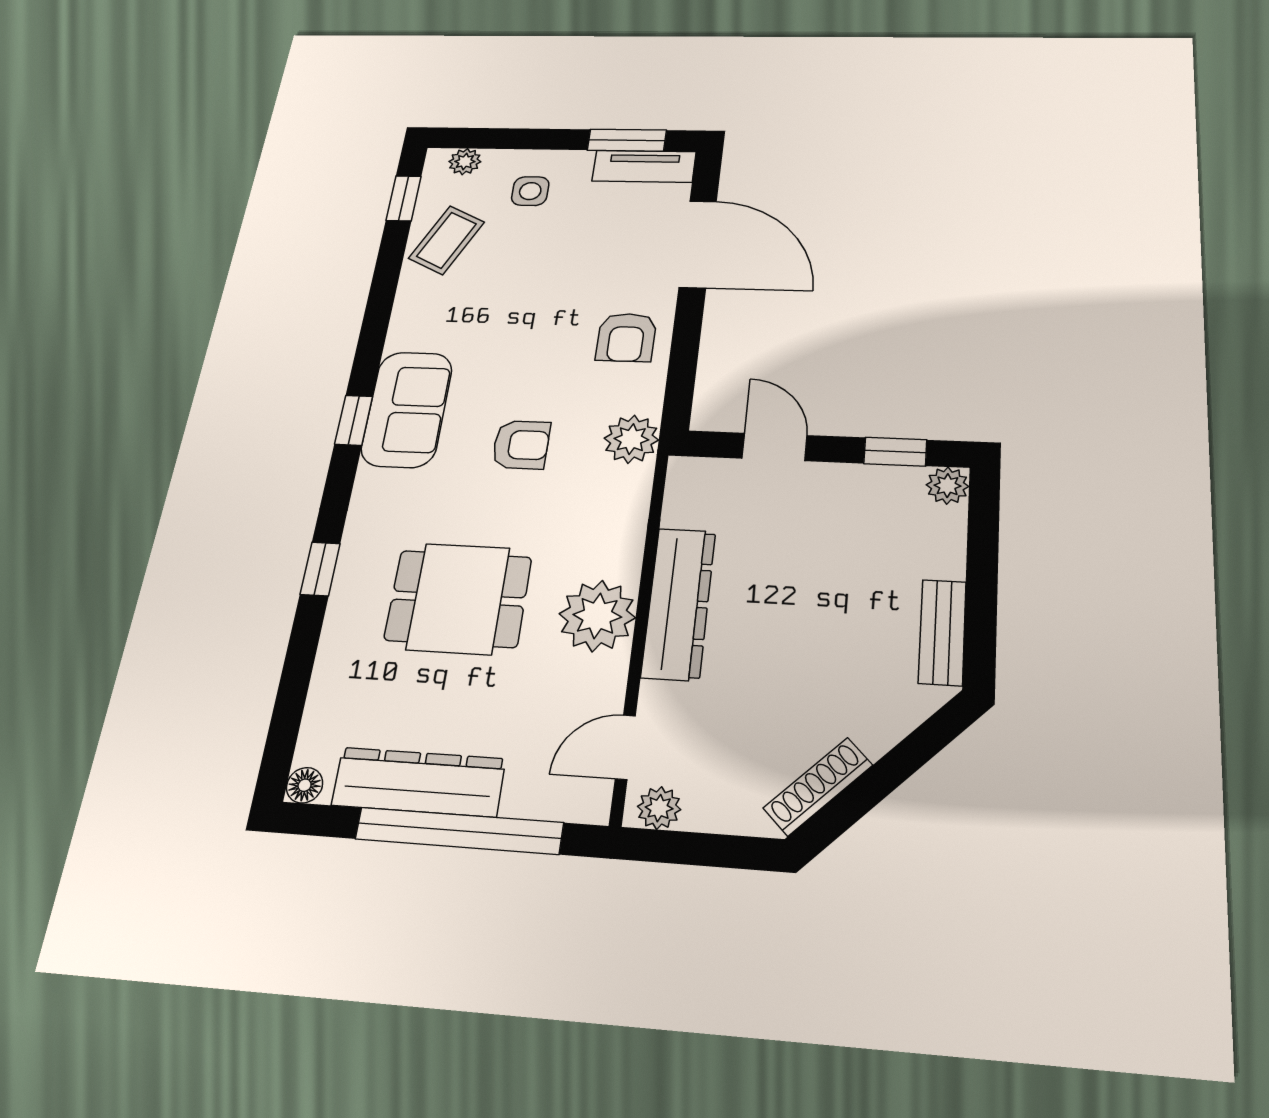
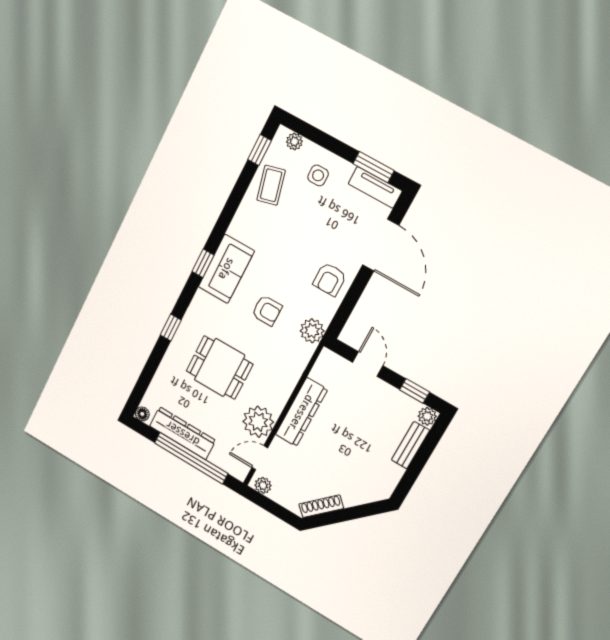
coffee table: (446, 240) -> (271, 185), turned -40
plant: (597, 616) -> (258, 422), moved
bench: (942, 632) -> (410, 445), moved

